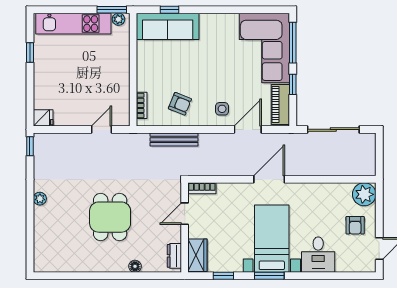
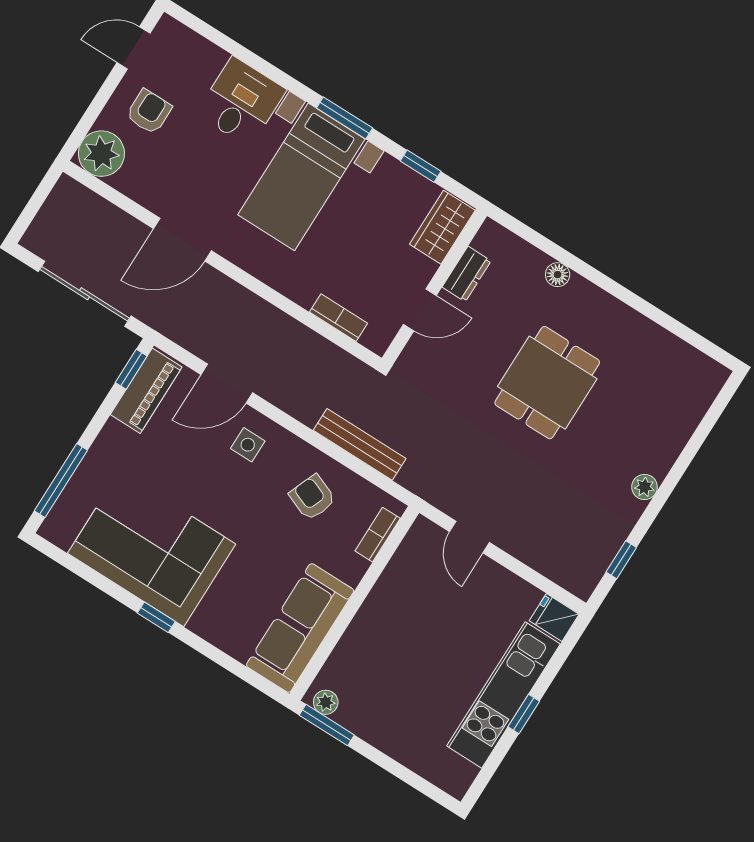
window: (170, 10) -> (156, 617), moved
kitchen unit: (73, 24) -> (504, 695), moved, turned -90
sofa: (168, 26) -> (300, 628), moved, turned -90
corner sofa: (264, 48) -> (152, 549), moved, turned -90
window: (30, 52) -> (524, 714), moved
window: (293, 84) -> (131, 369), moved
door: (102, 129) -> (469, 537), hinge flipped
window: (30, 146) -> (621, 560), moved
door: (269, 179) -> (182, 240), moved
bookcase: (202, 188) -> (339, 318), moved
dresser: (174, 256) -> (467, 274), moved

